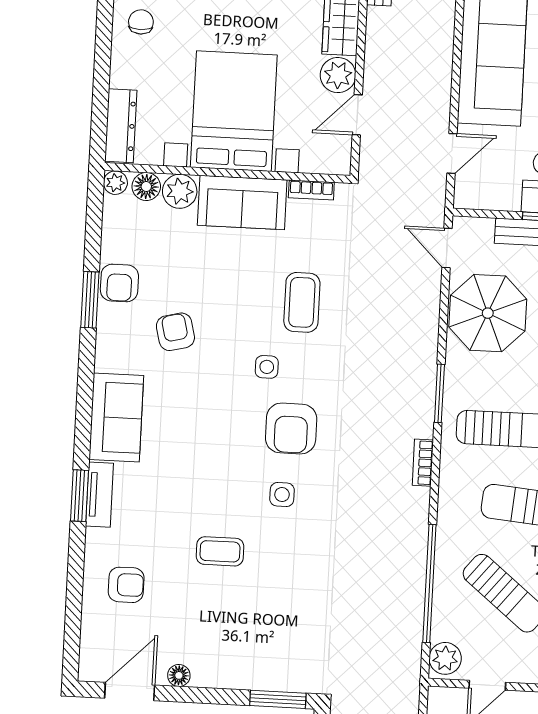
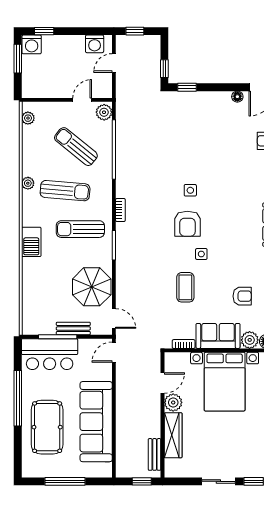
door: (452, 153) -> (114, 352), moved
armchair: (175, 332) -> (242, 296), moved, turned -76
armchair: (291, 428) -> (187, 224), turned 180
coffee table: (220, 551) -> (220, 160), removed
window: (278, 699) -> (187, 87), width x0.67

